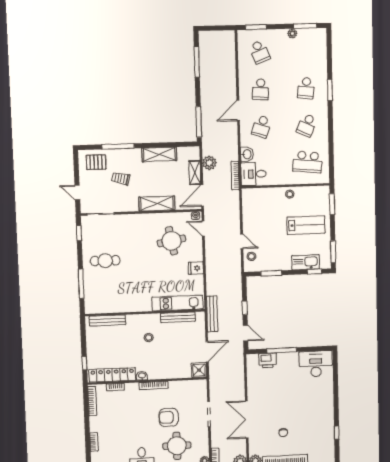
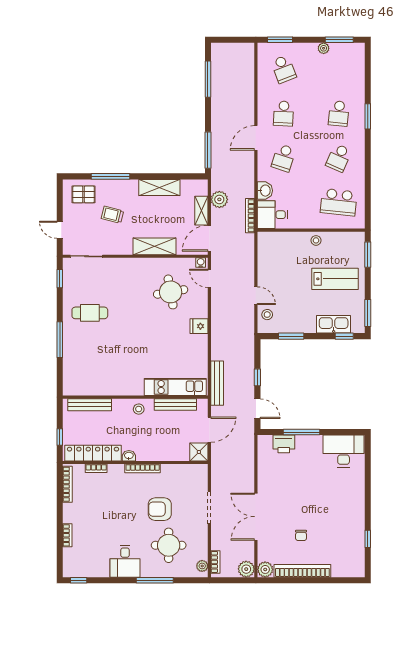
kitchen unit: (177, 303) -> (175, 387), moved
wall: (145, 313) -> (135, 397), moved
bench: (178, 317) -> (175, 404), moved
bench: (107, 320) -> (90, 405), moved

